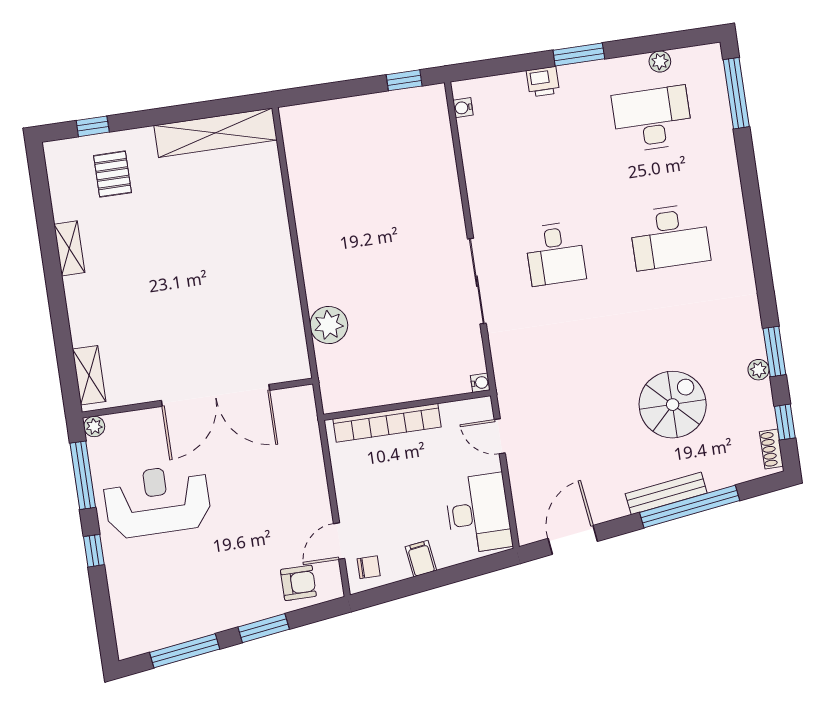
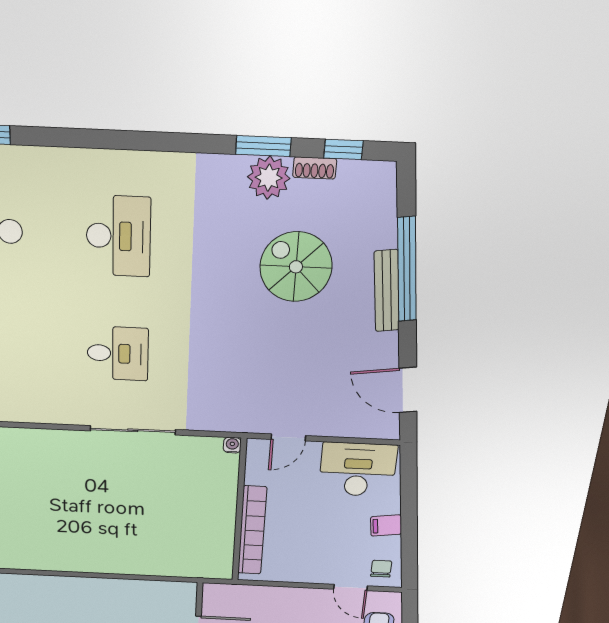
plant: (329, 325) -> (151, 561), removed
plant: (758, 370) -> (269, 178), width x1.88, depth x1.88
shoe rack: (771, 449) -> (315, 168), moved

